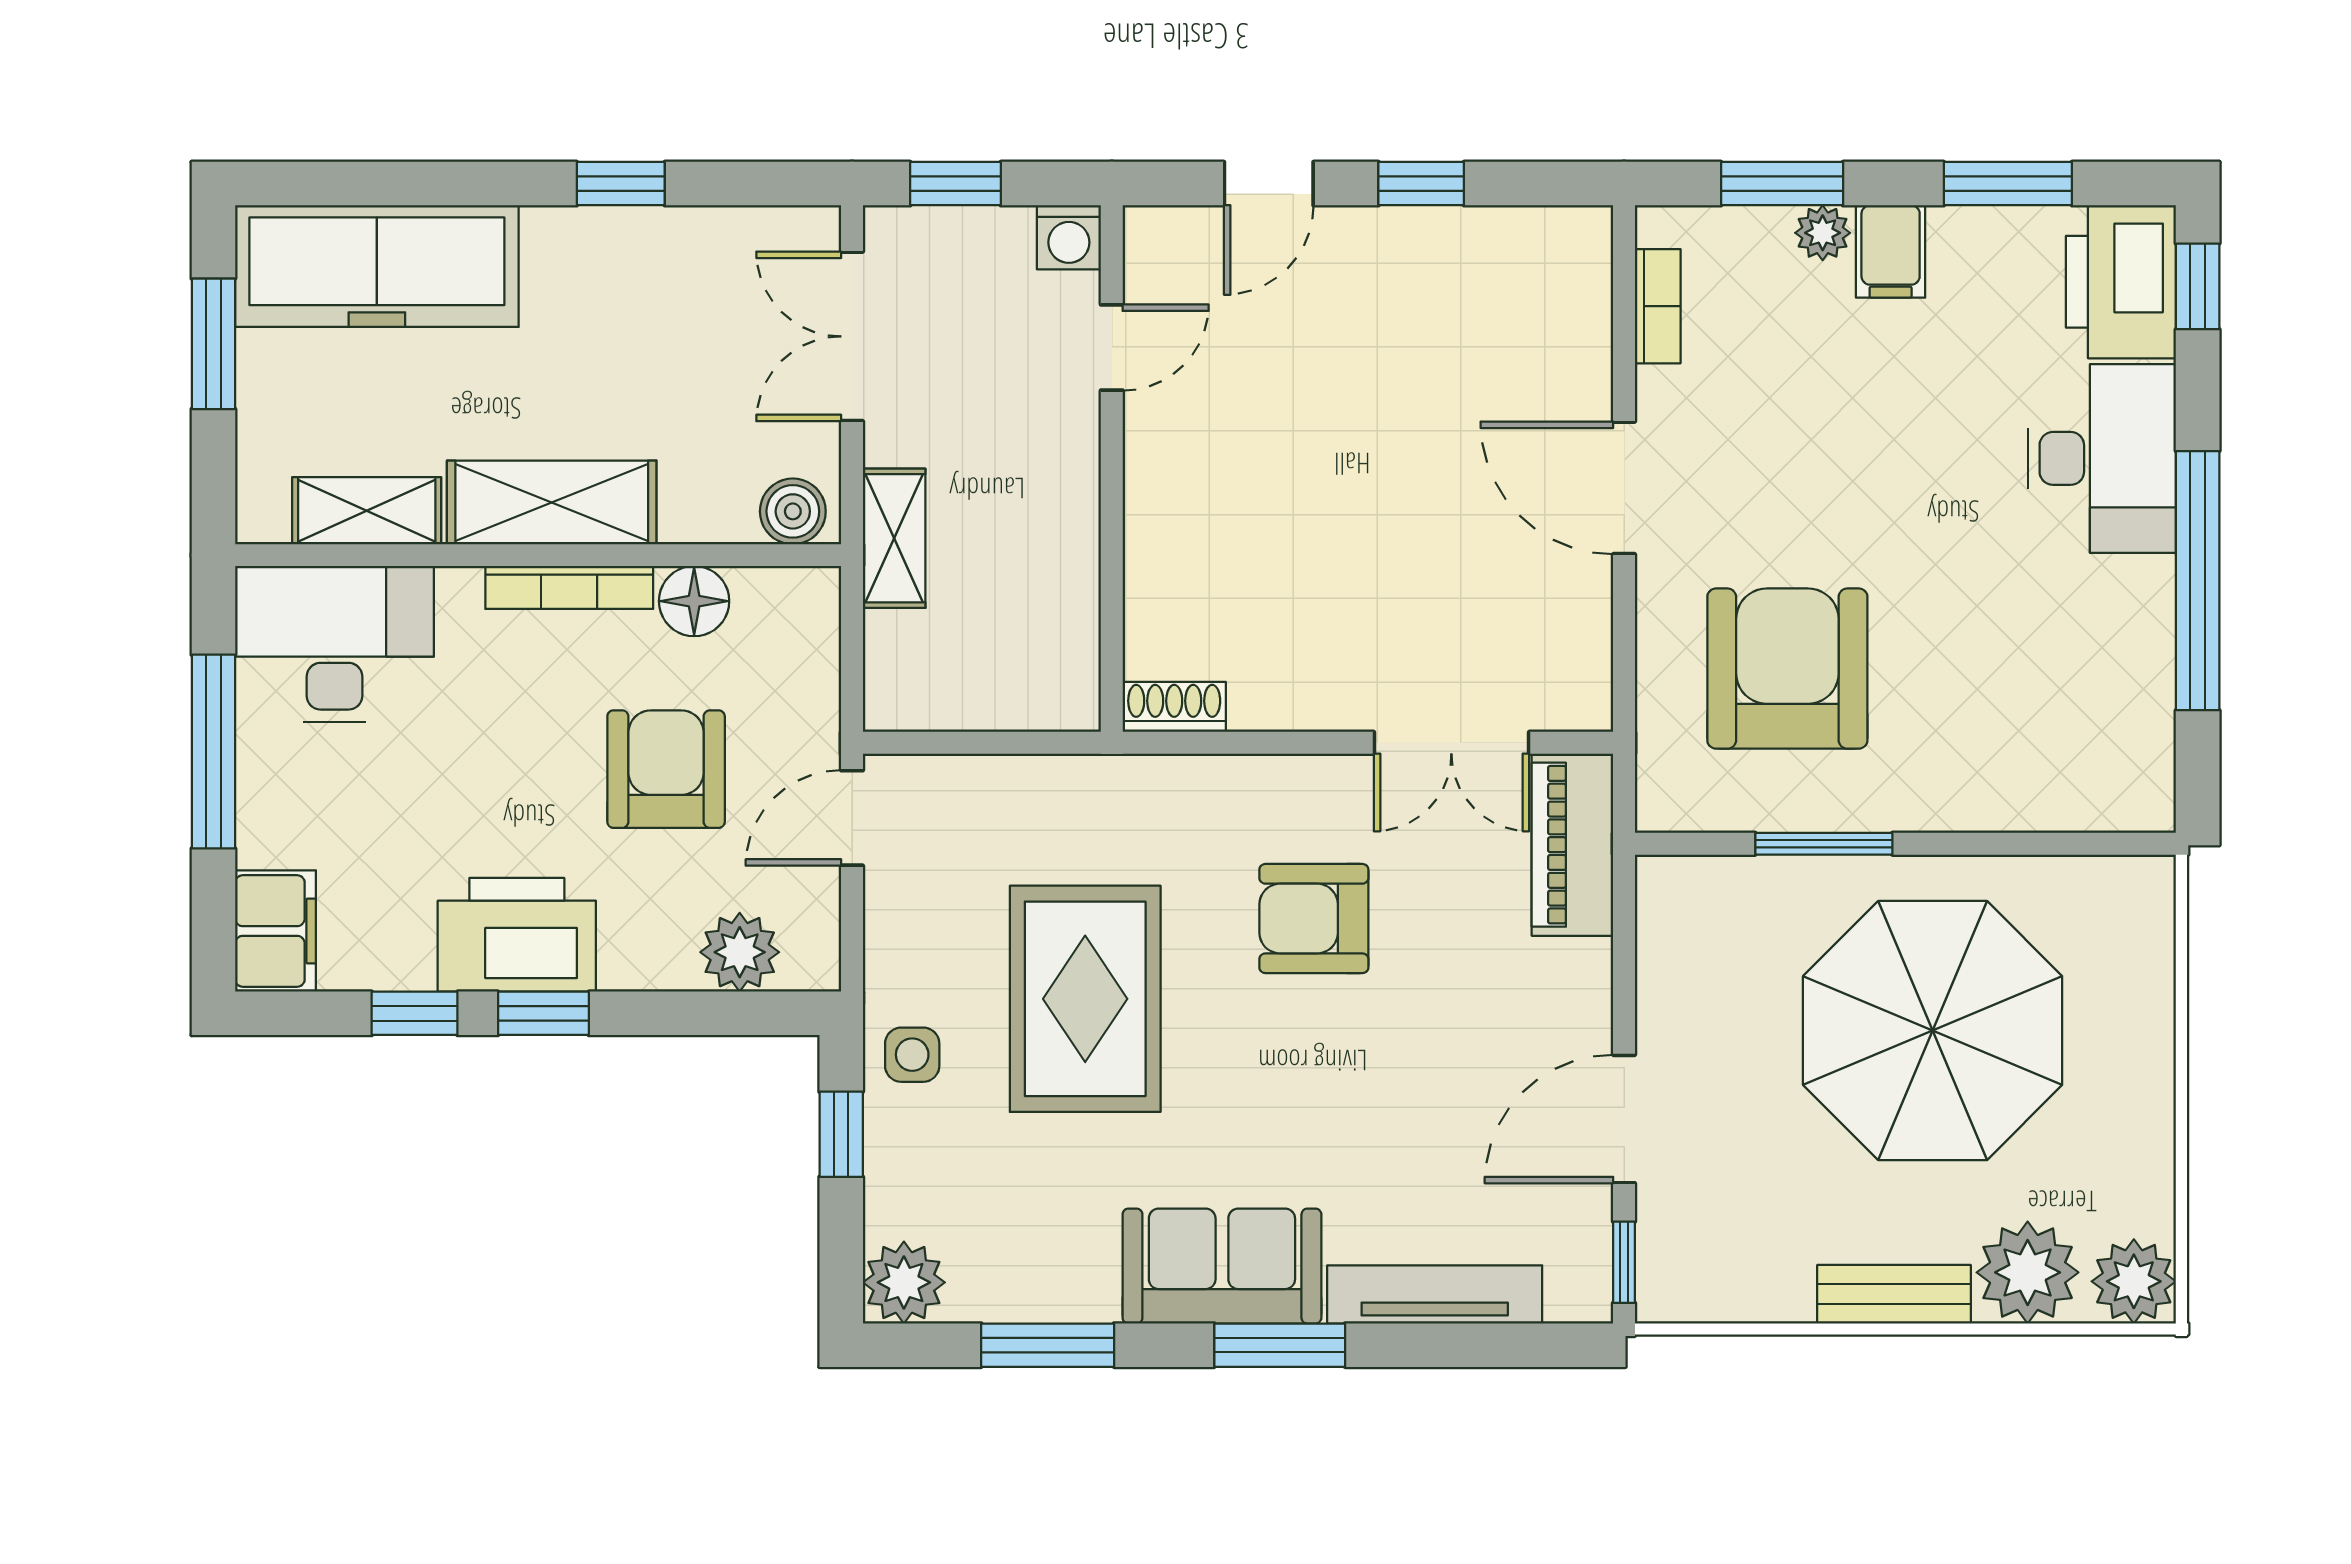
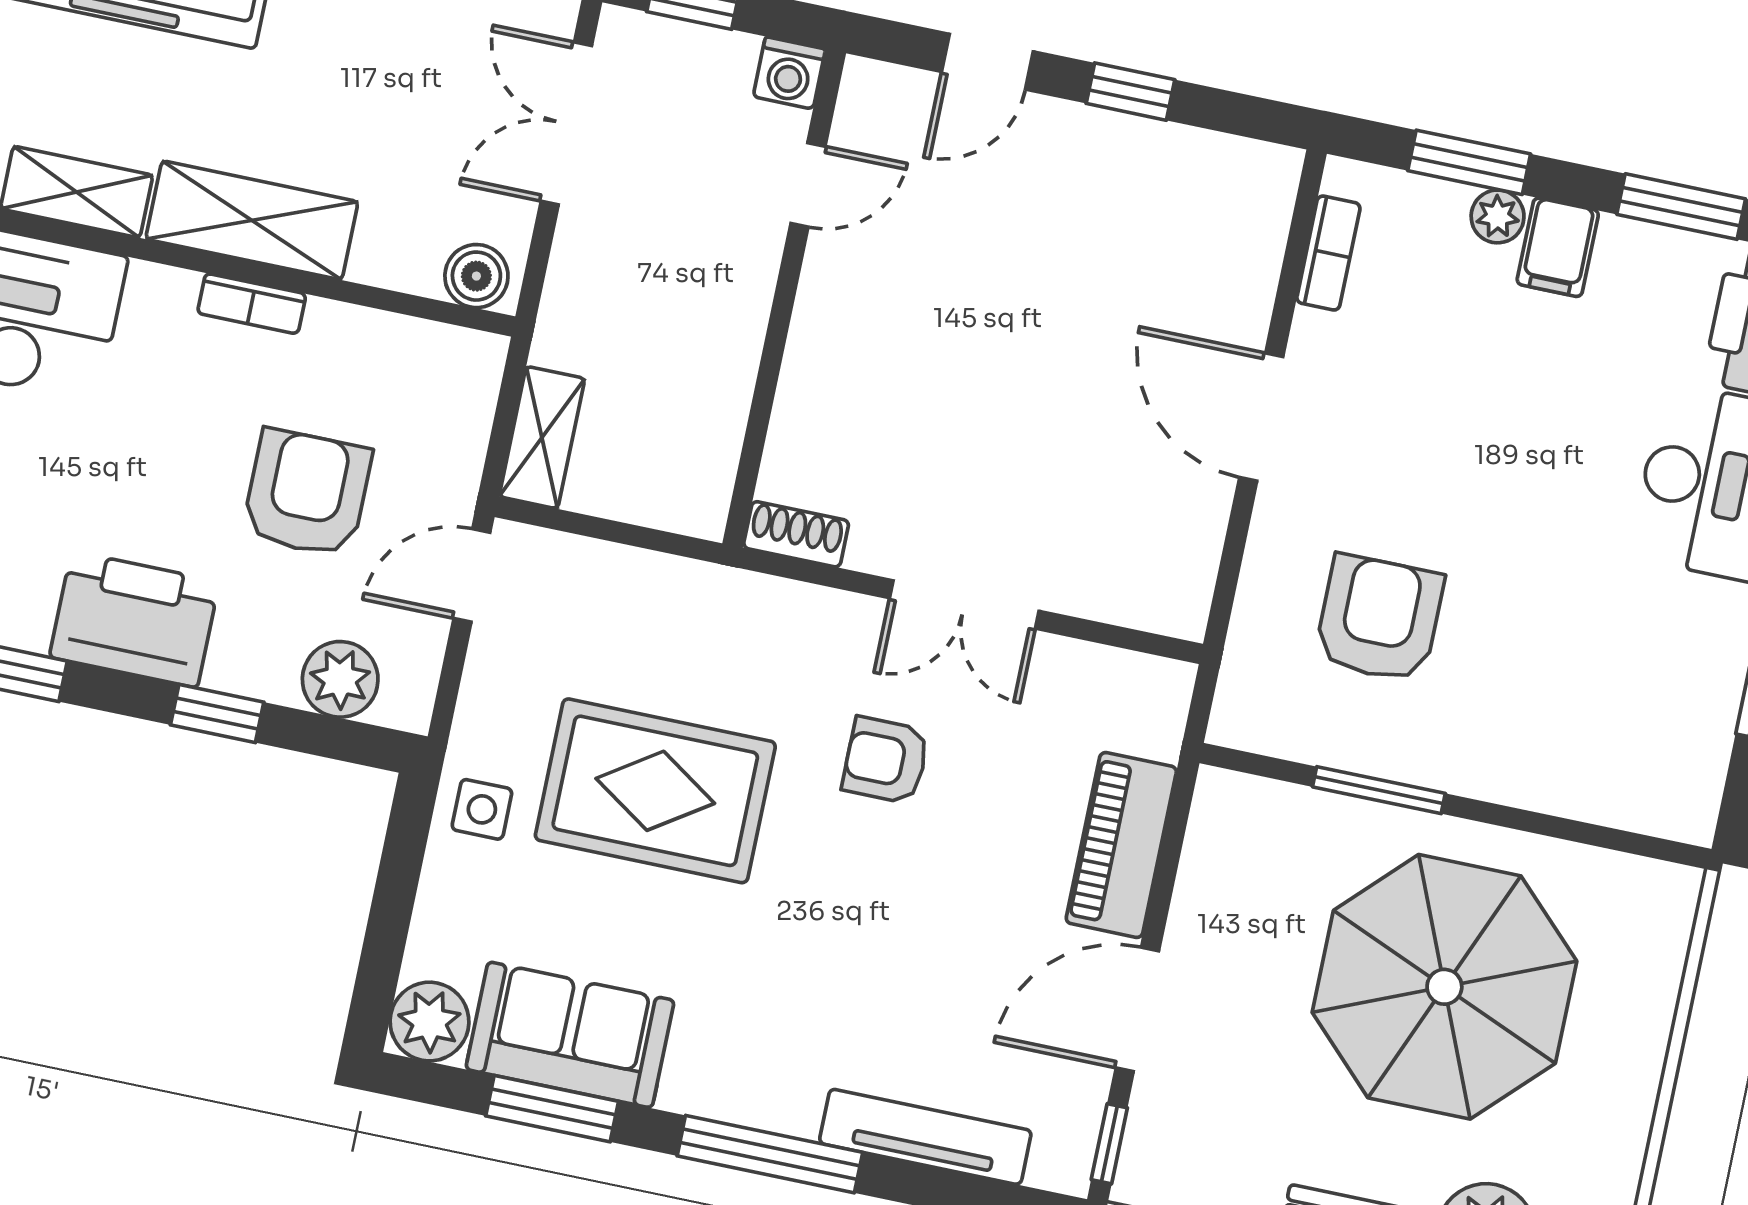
shelving: (894, 538) -> (542, 438), moved
bookcase: (569, 587) -> (252, 304), width x0.64
floor lamp: (694, 601) -> (366, 341), removed
armchair: (1787, 669) -> (1379, 619), width x0.73, depth x0.73
double door: (1451, 743) -> (964, 605), moved
piano: (1572, 845) -> (1121, 845), moved
armchair: (1314, 919) -> (886, 760), width x0.72, depth x0.72
rug: (1085, 999) -> (655, 791), turned 90
window: (543, 1013) -> (217, 714), moved
window: (841, 1134) -> (400, 870), removed
sofa: (1222, 1266) -> (570, 1035), moved
window: (1280, 1345) -> (770, 1154), width x1.44

